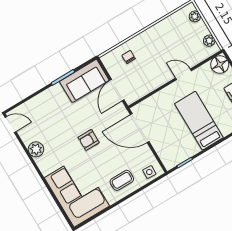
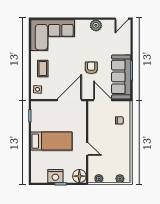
door: (183, 74) -> (87, 149), hinge flipped
sofa: (84, 81) -> (121, 77), width x1.36
armchair: (89, 140) -> (91, 68), moved

